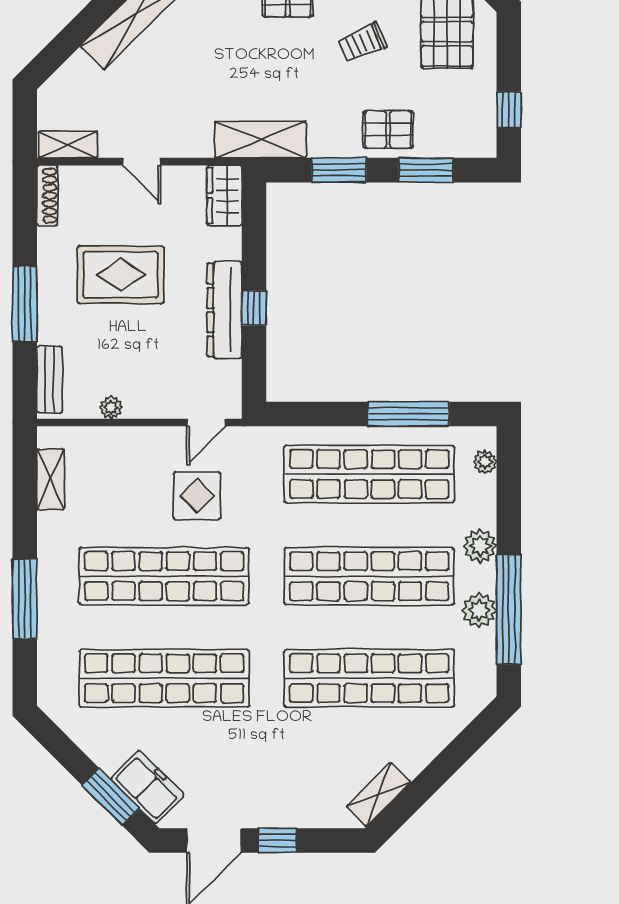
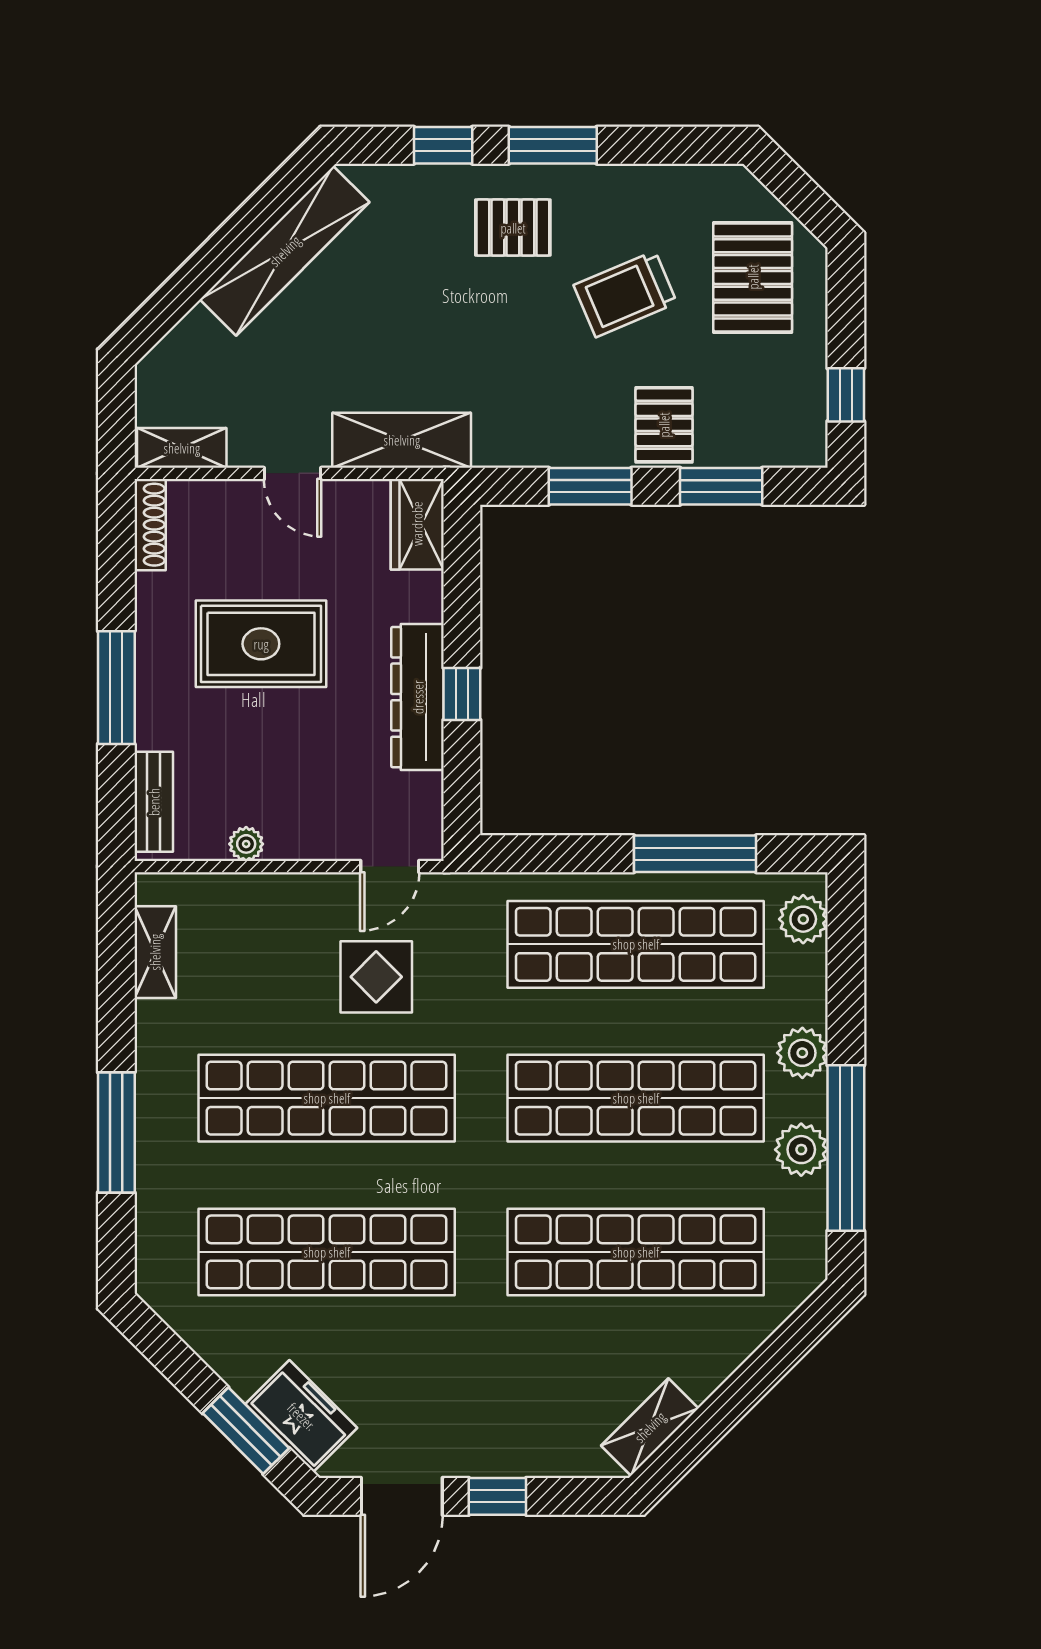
trolley: (362, 43) -> (625, 294), width x1.36, depth x1.39
pallet: (388, 129) -> (664, 425), turned 90
shelving: (260, 140) -> (402, 440), moved
plant: (485, 462) -> (803, 919), width x1.38, depth x1.38

